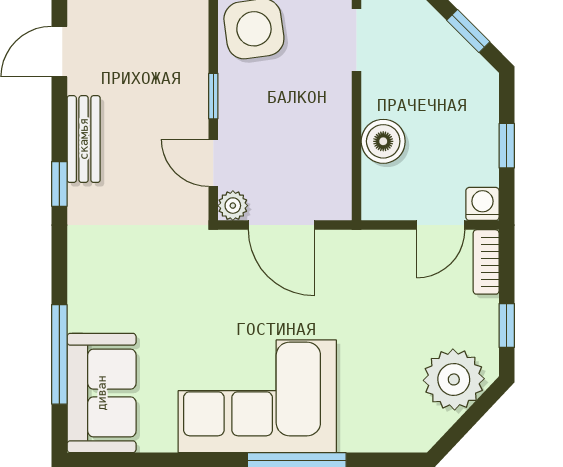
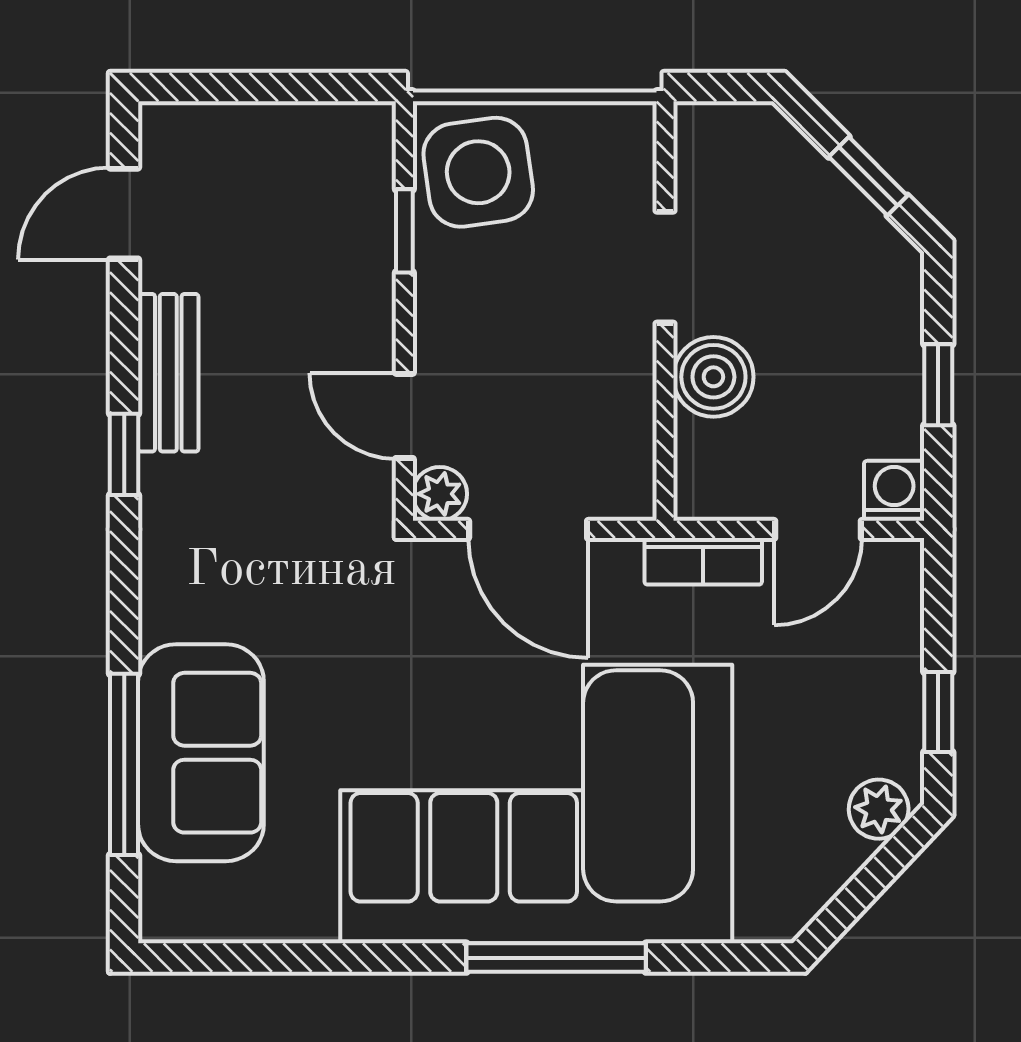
doorway: (357, 40) -> (665, 267), moved
window: (213, 96) -> (404, 231), moved
bookcase: (486, 262) -> (703, 561), moved, turned -90
plant: (454, 379) -> (879, 809), width x0.53, depth x0.53
sofa: (102, 393) -> (201, 753), moved
corner sofa: (257, 396) -> (536, 804), width x1.36, depth x1.36

